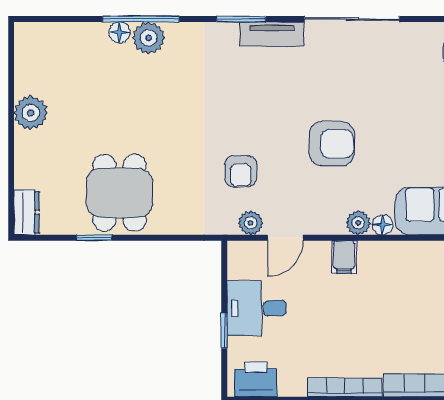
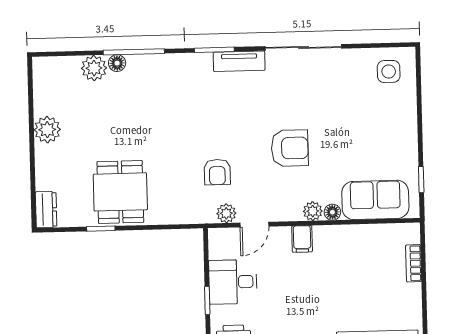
plant: (149, 38) -> (94, 68), moved

